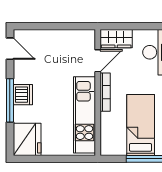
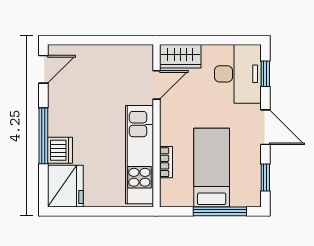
door: (10, 49) -> (43, 69), hinge flipped
bookcase: (105, 92) -> (166, 162), moved, width x0.64
dishwasher: (23, 95) -> (60, 150), moved

